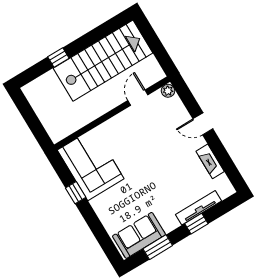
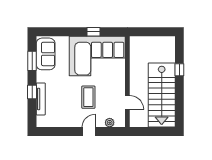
plant: (168, 91) -> (110, 123), moved
coffee table: (161, 150) -> (88, 97), added
fireplace: (210, 161) -> (64, 122), removed
corner sofa: (91, 164) -> (97, 56), width x1.36, depth x1.36

